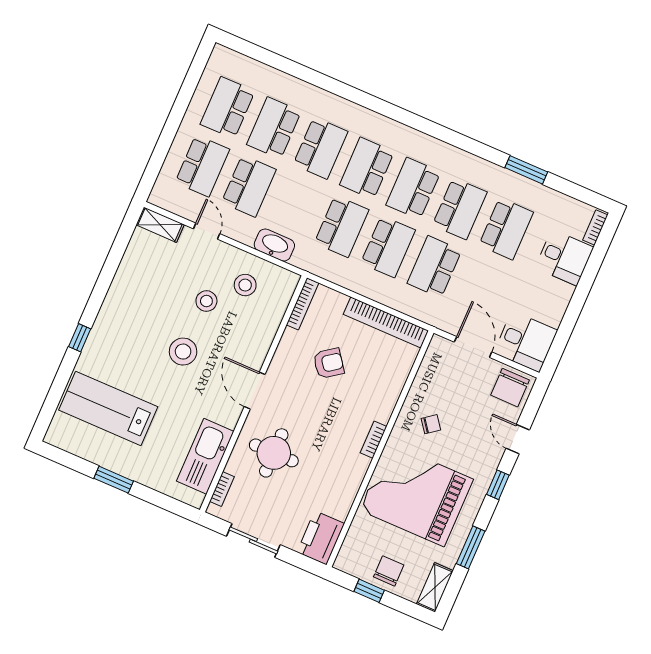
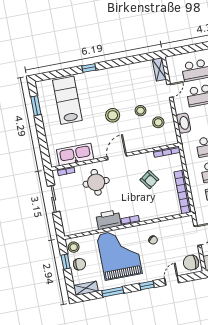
window: (114, 480) -> (36, 106), moved
printer: (321, 538) -> (108, 220), moved
stool: (354, 561) -> (74, 247), added

